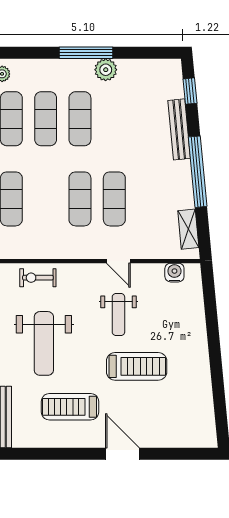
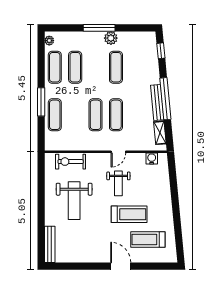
exercise mat: (80, 119) -> (116, 67), moved
bench: (179, 129) -> (157, 103), moved
door: (118, 261) -> (118, 152), hinge flipped
exercise bike: (38, 278) -> (71, 162), width x1.38, depth x1.39
treadmill: (70, 407) -> (148, 239), moved

